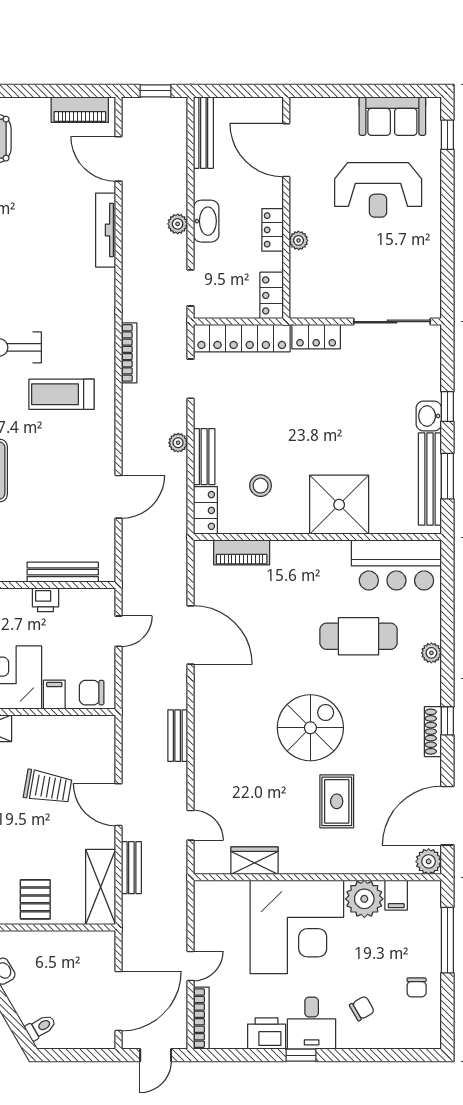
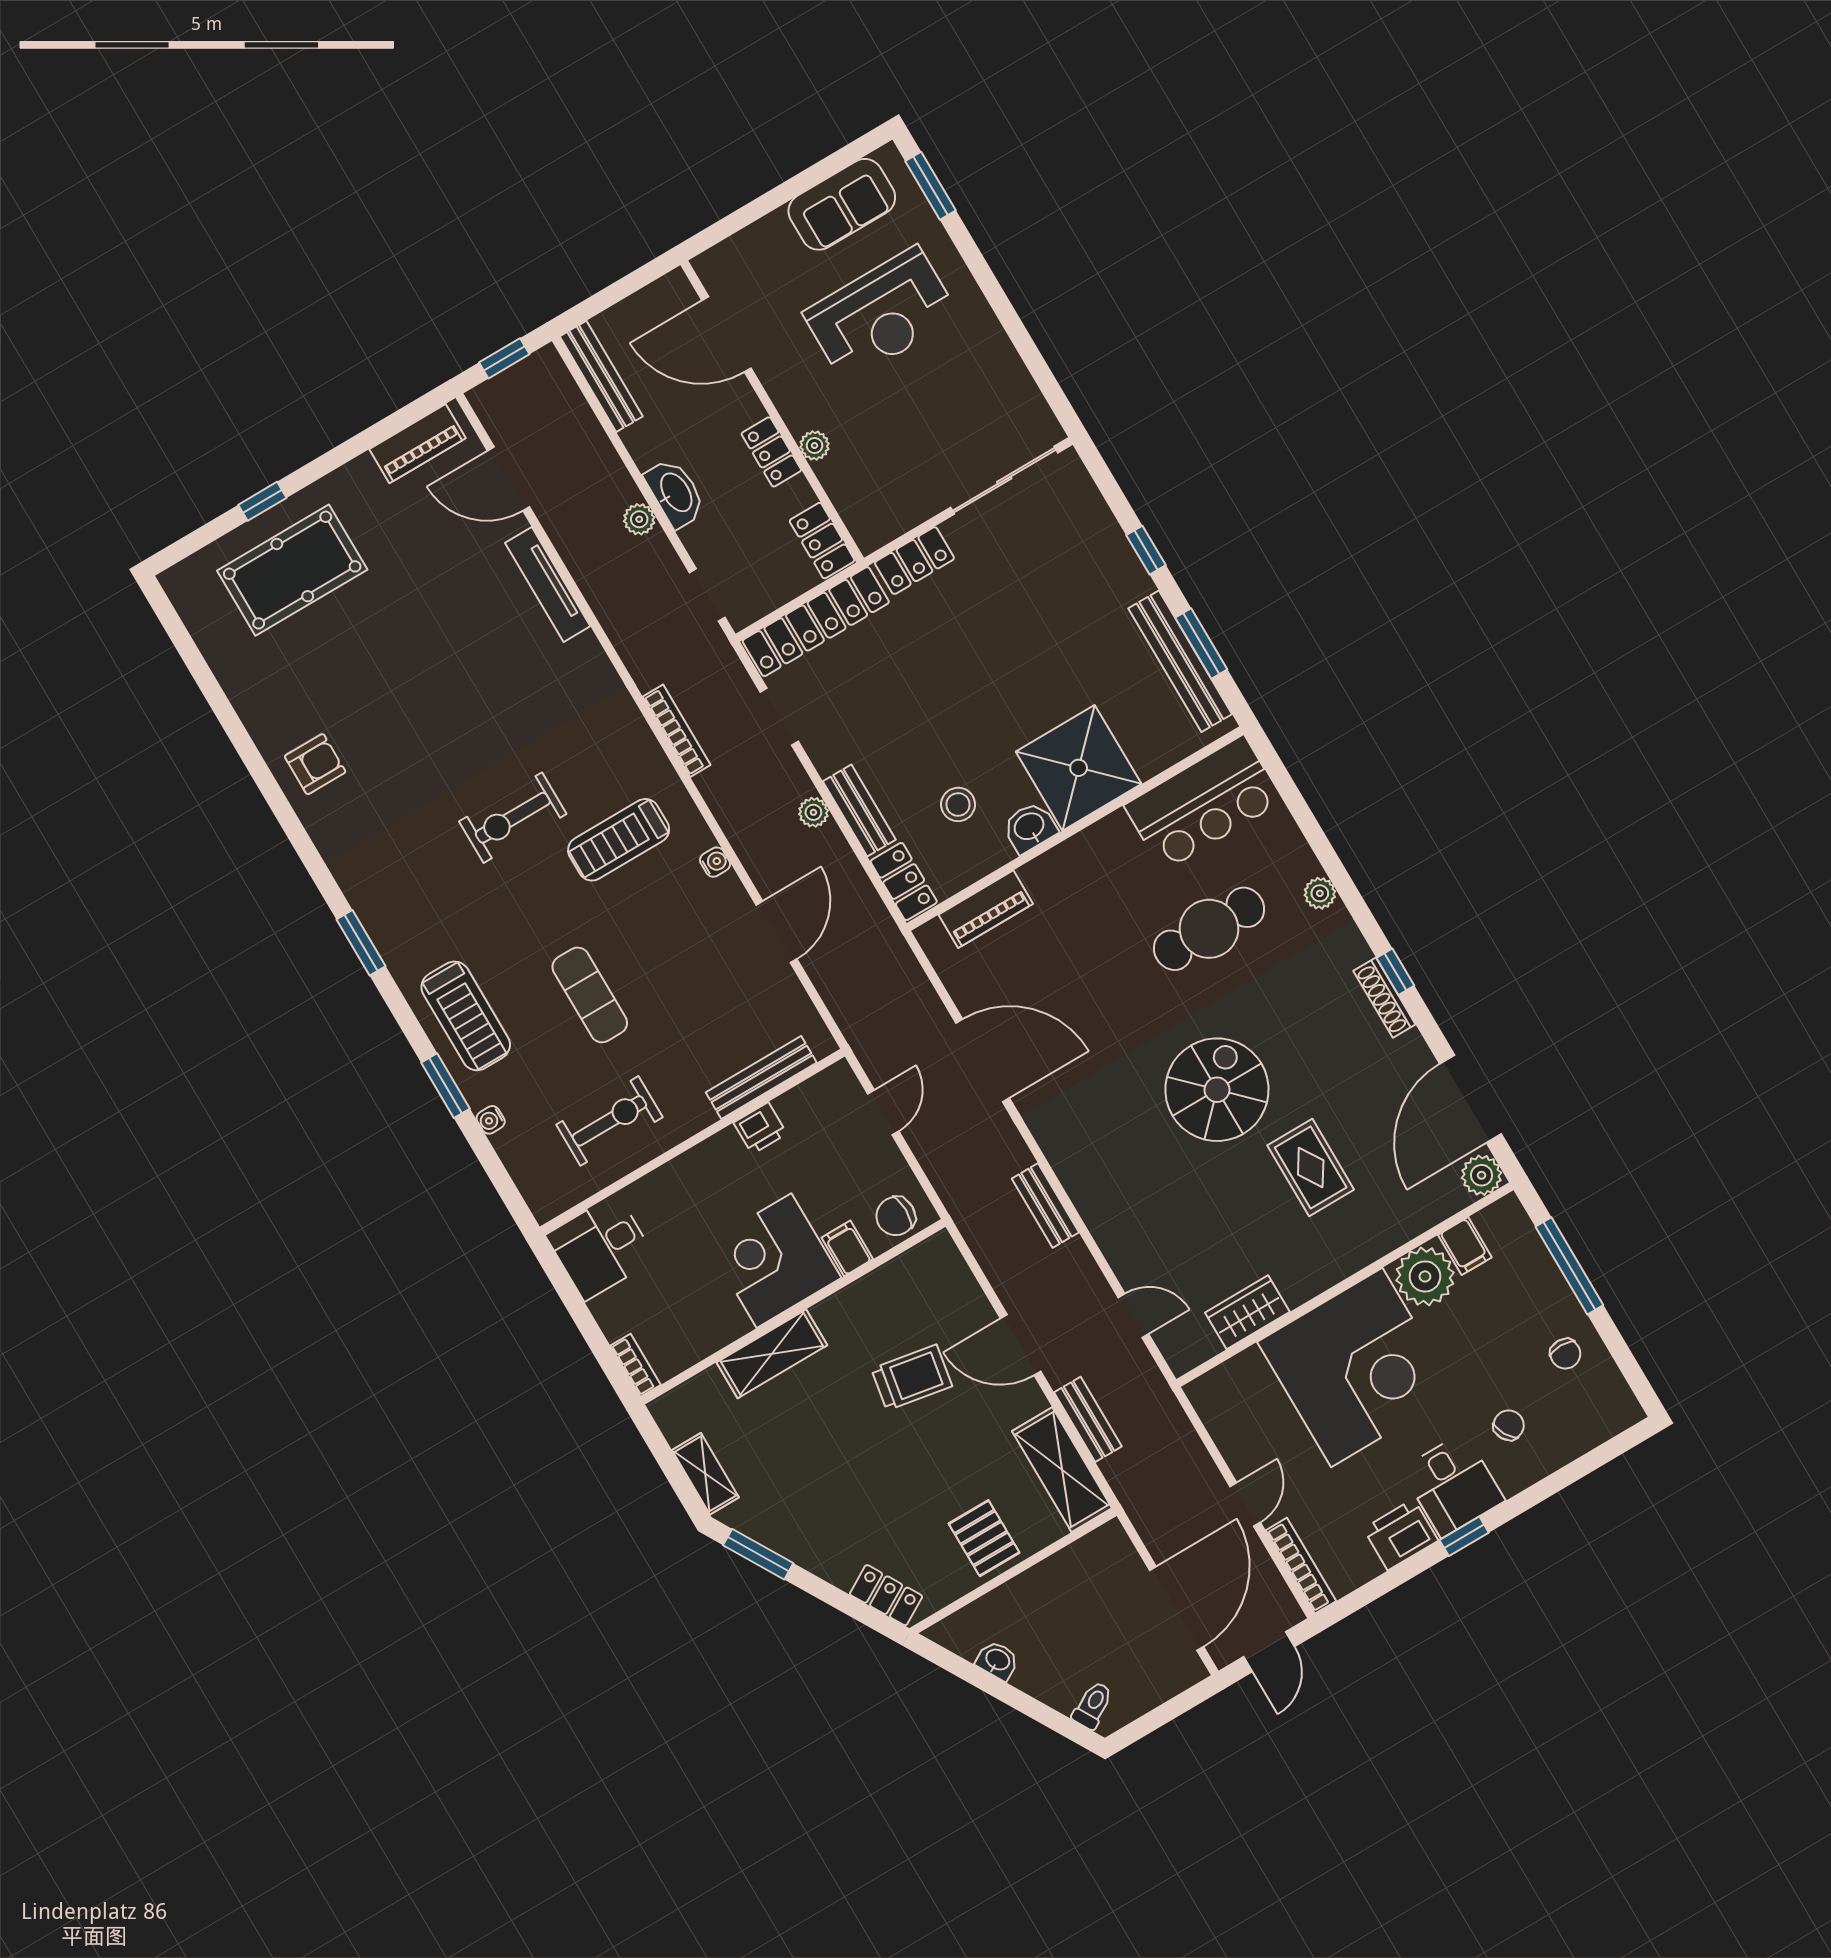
window: (447, 135) -> (931, 186), width x1.50
washbasin: (429, 416) -> (1030, 827), moved, turned 90
water cooler: (107, 438) -> (715, 862), added

